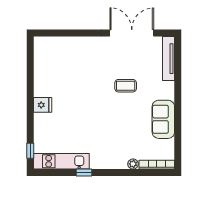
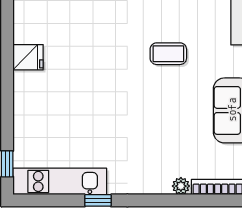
fridge: (43, 105) -> (28, 57), moved

